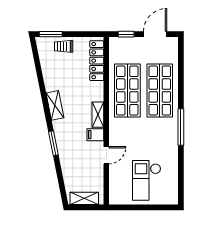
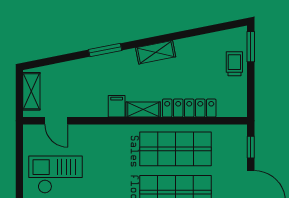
locker: (97, 61) -> (189, 108), moved
door: (106, 155) -> (56, 121), moved

